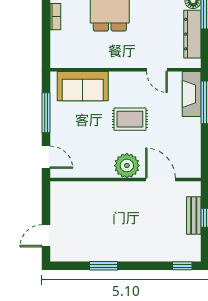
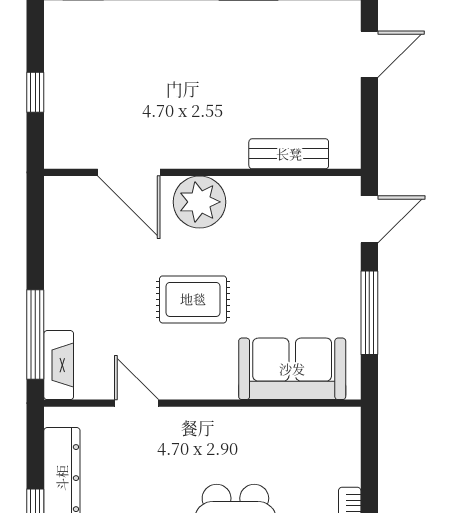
fireplace: (192, 94) -> (59, 365), width x0.73, depth x0.76
door: (46, 157) -> (369, 219), swing flipped
bench: (194, 215) -> (289, 154), moved, turned 90

